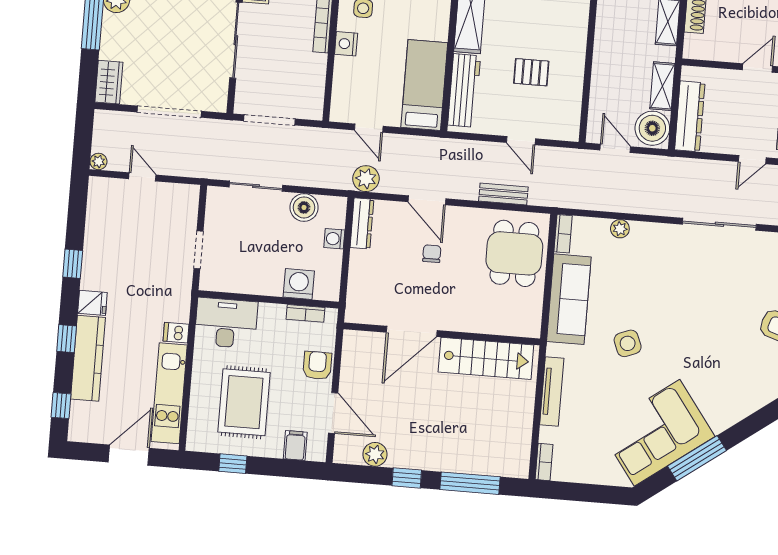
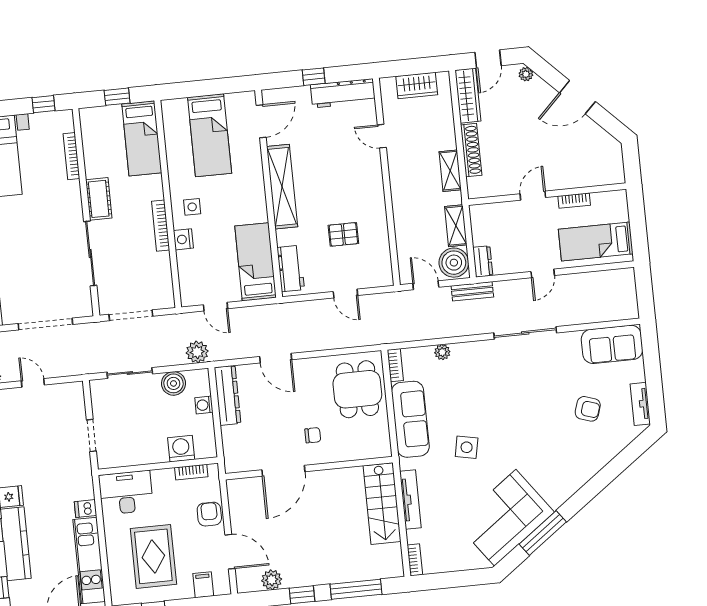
workbench: (464, 90) -> (291, 269), width x0.73
dresser: (690, 116) -> (483, 261), width x0.51, depth x0.80
plant: (366, 179) -> (197, 352), moved
bench: (503, 194) -> (472, 291), moved
dresser: (362, 223) -> (227, 395), width x1.37, depth x1.24
chair: (432, 254) -> (313, 435), moved, turned 90
side table: (628, 343) -> (467, 447), turned 33
stairs: (486, 358) -> (382, 504), moved, turned 90

